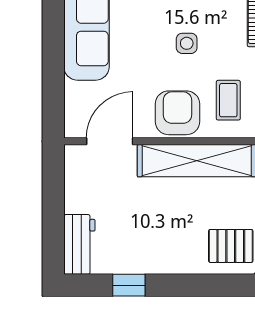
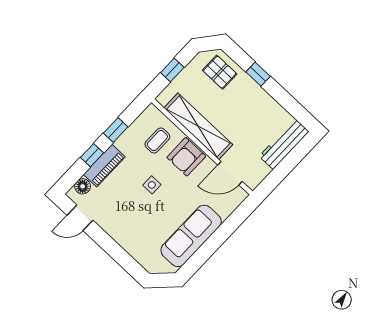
workbench: (79, 244) -> (284, 144), width x1.38
window: (129, 285) -> (258, 74), moved

